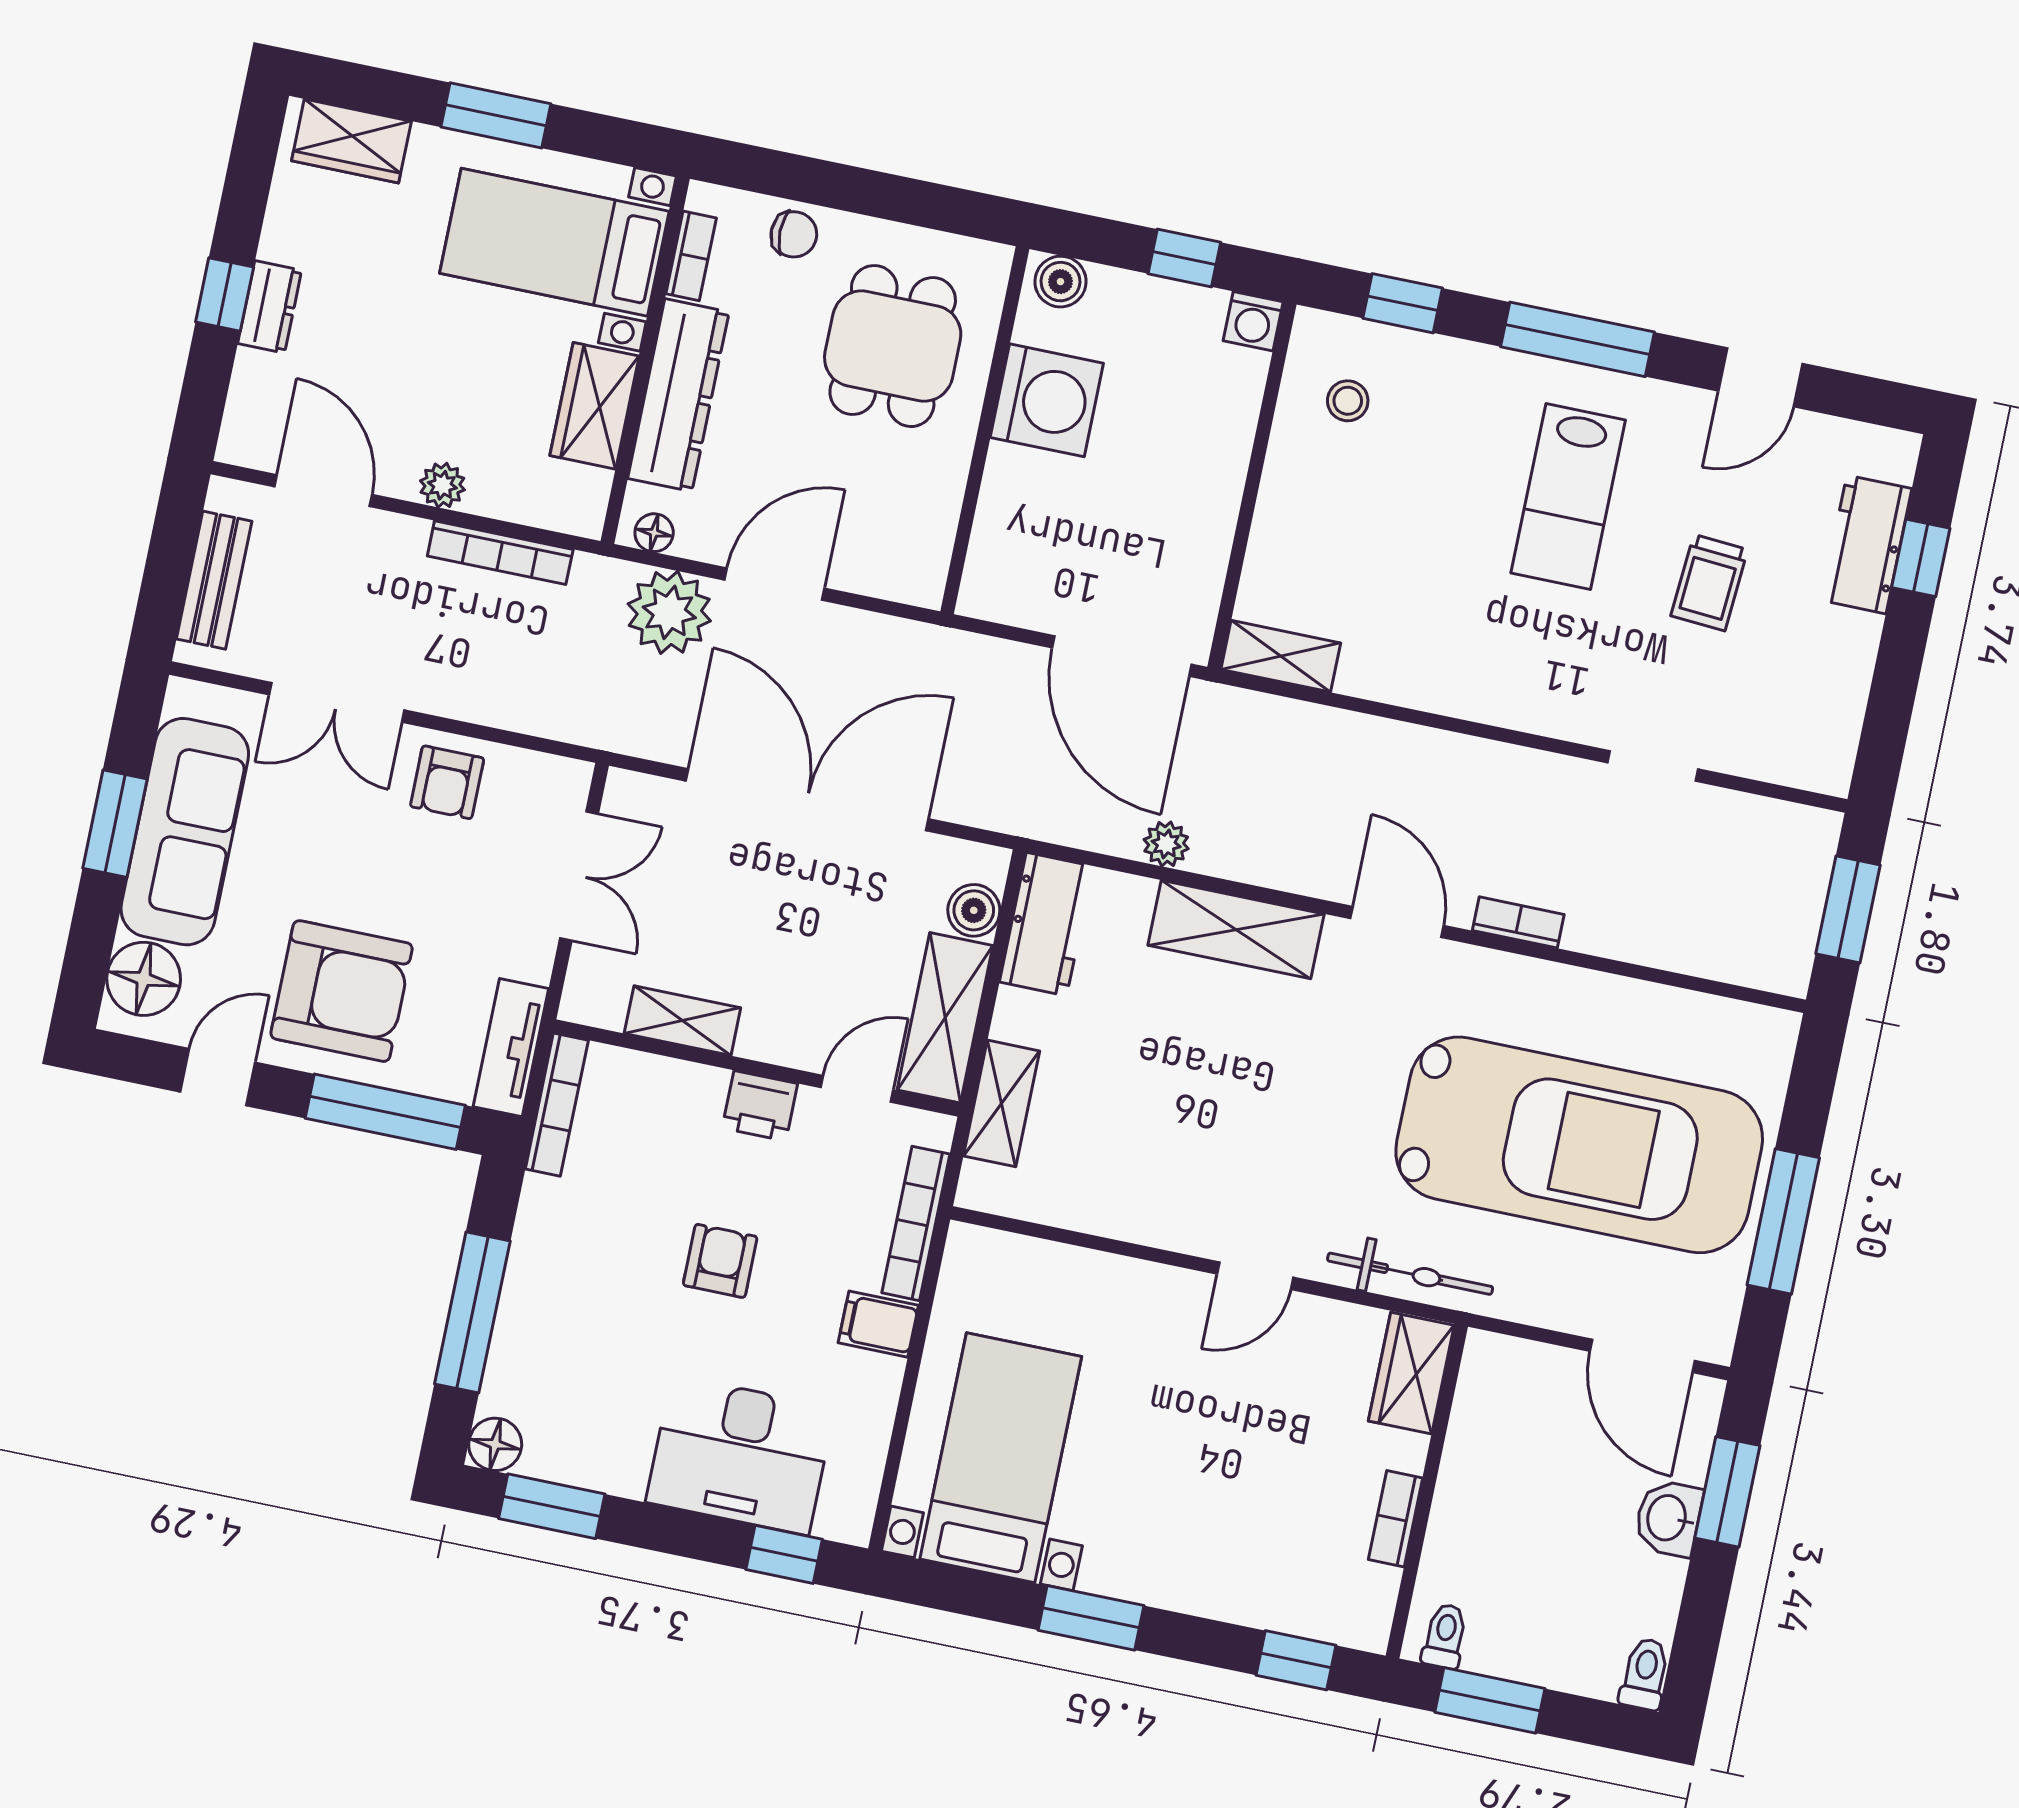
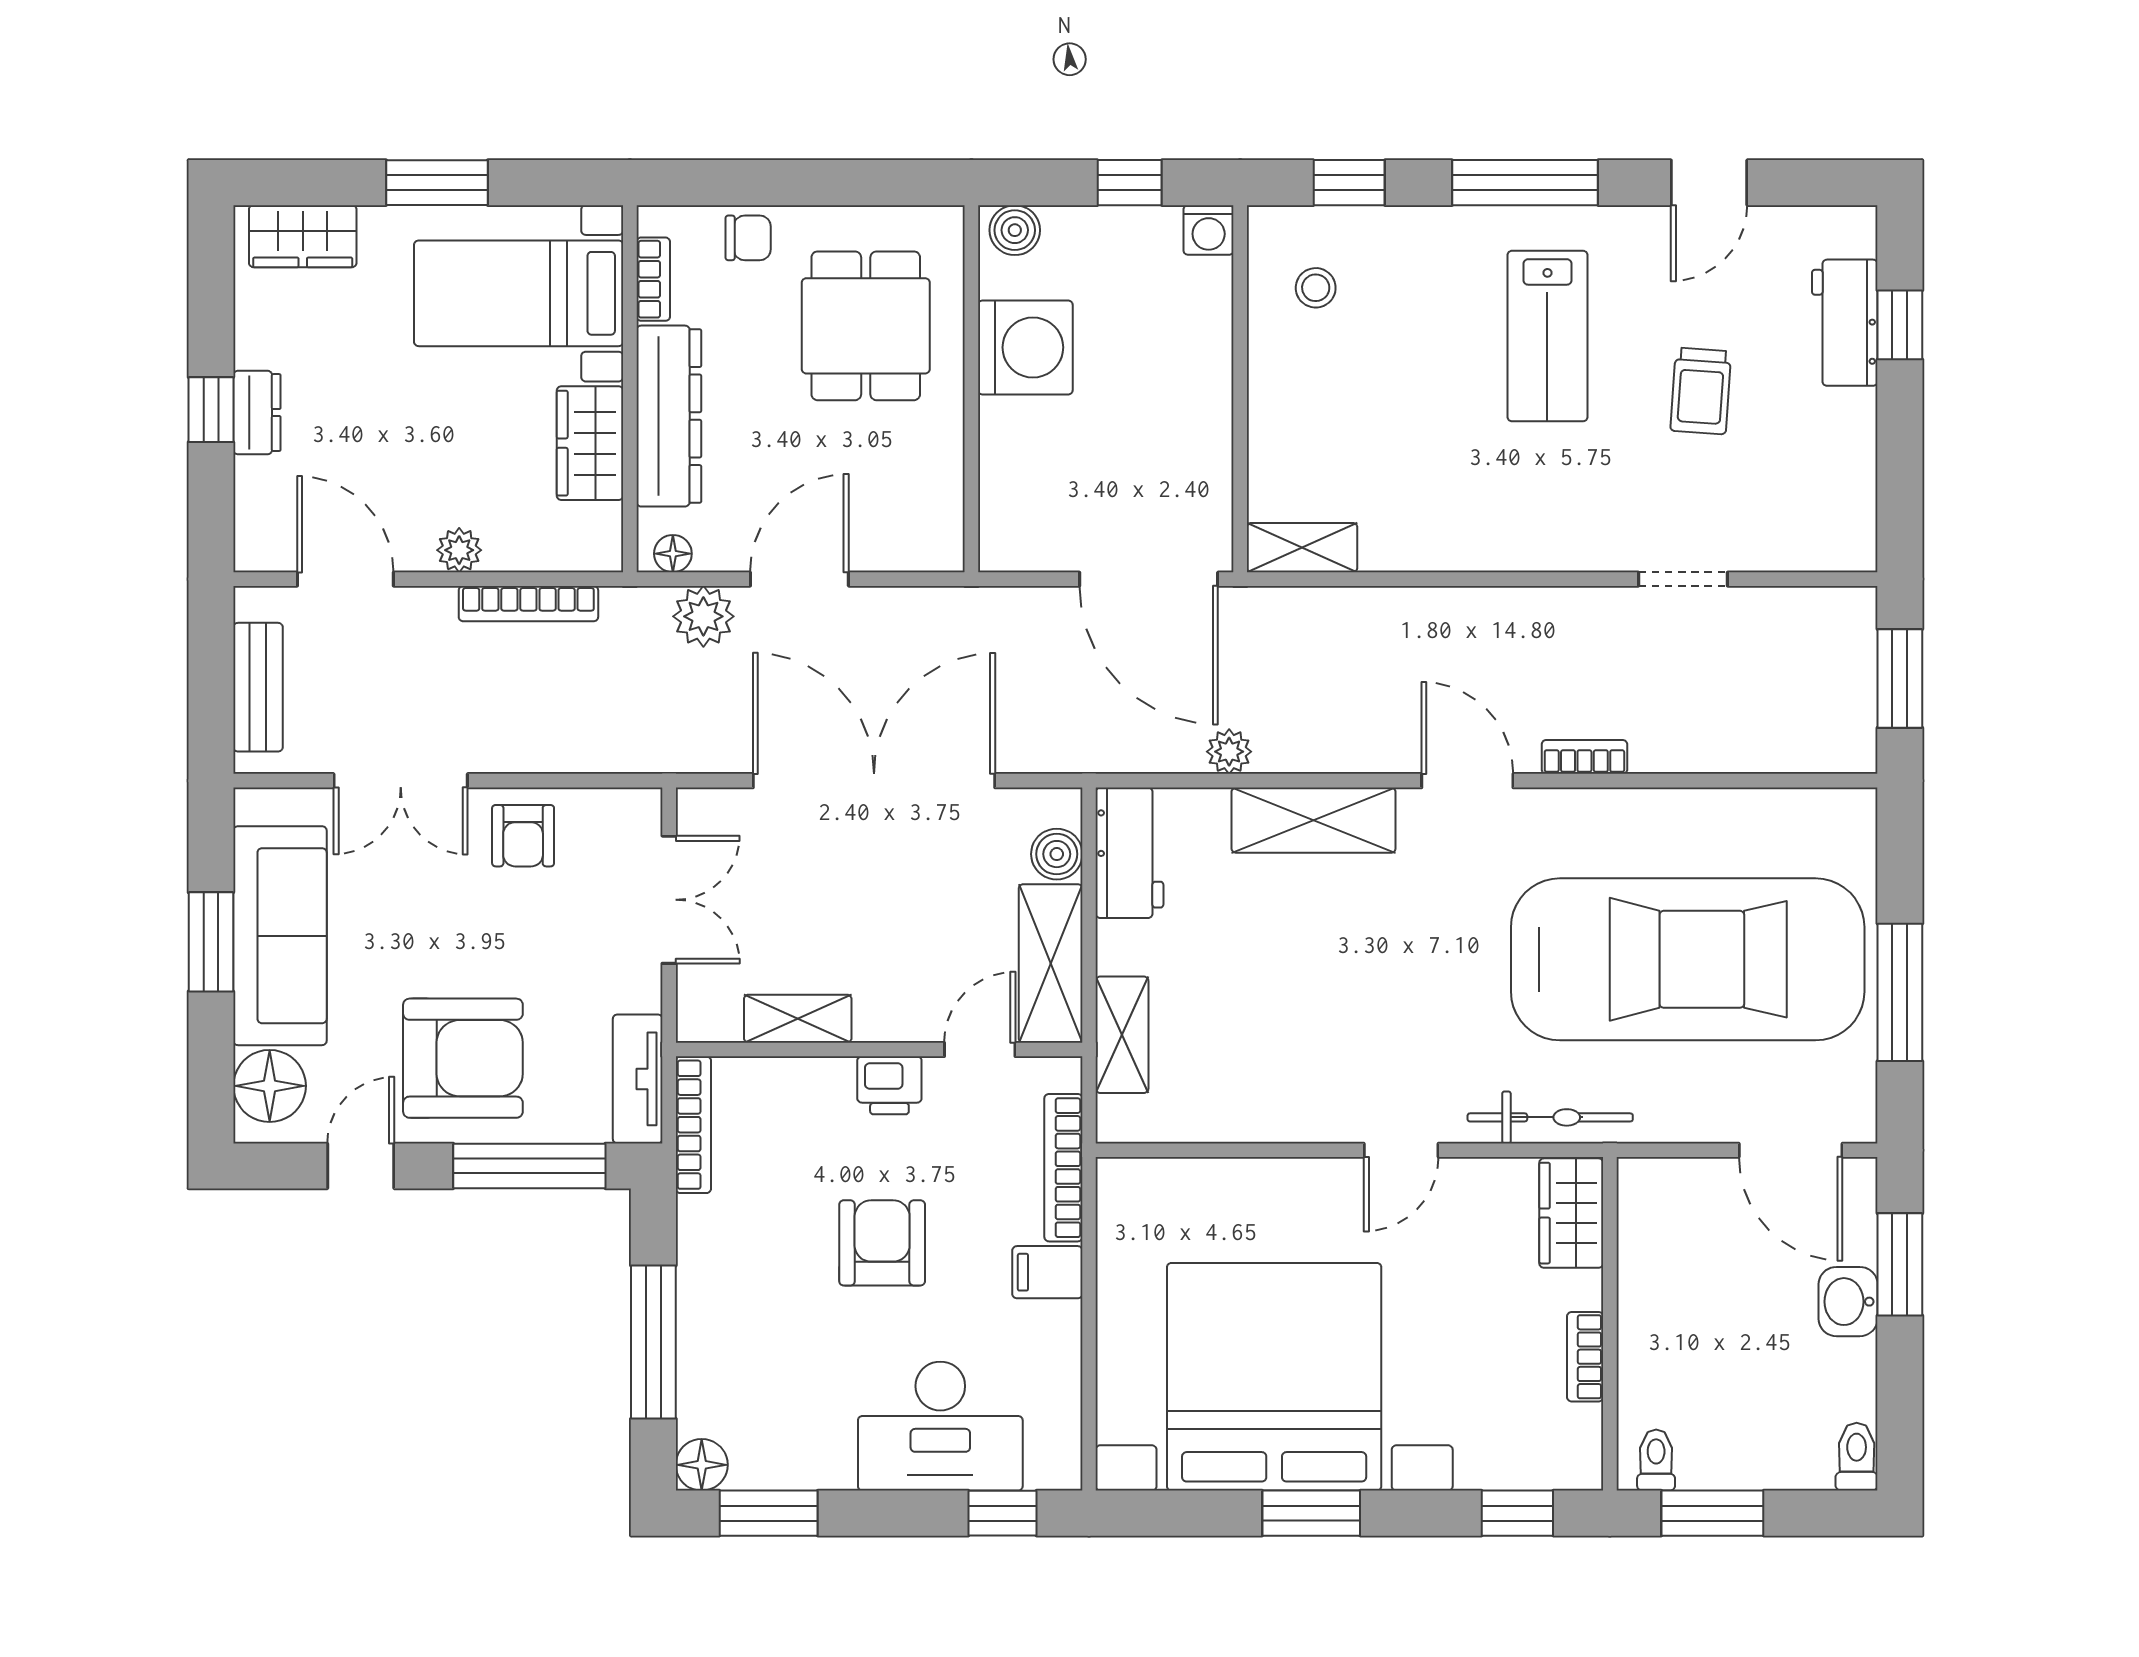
plant: (669, 612) -> (703, 616), width x0.73, depth x0.73
armchair: (720, 1261) -> (882, 1243), width x1.38, depth x1.38
bed with nightstands: (1001, 1458) -> (1274, 1377), width x1.85

